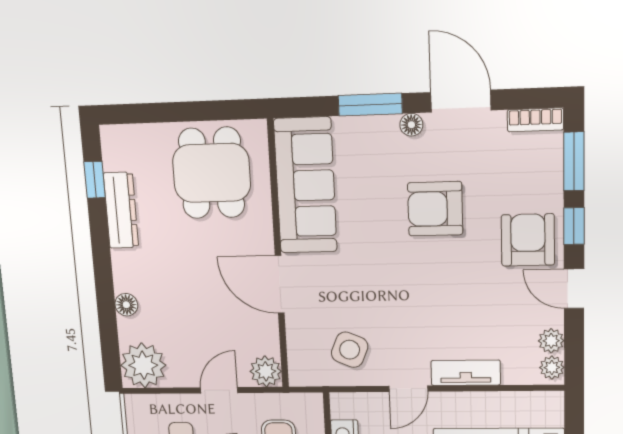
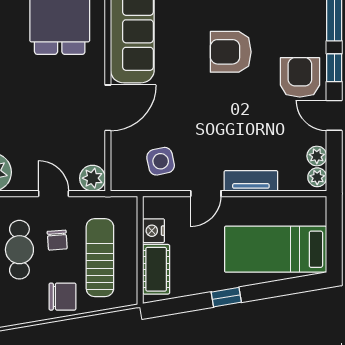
door: (280, 284) -> (108, 108), swing flipped
side table: (350, 350) -> (161, 161), turned -35
door: (219, 390) -> (54, 194), hinge flipped

